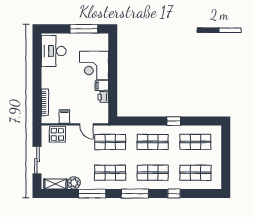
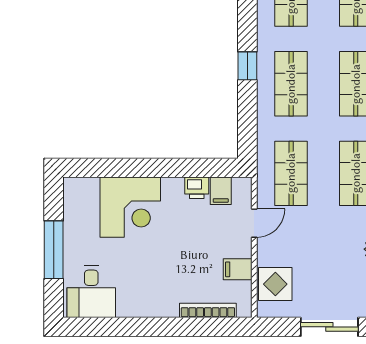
window: (84, 29) -> (54, 250), moved
desk: (54, 51) -> (91, 292), width x0.73
filing cabinet: (102, 86) -> (221, 191), moved
window: (174, 121) -> (247, 66), moved

